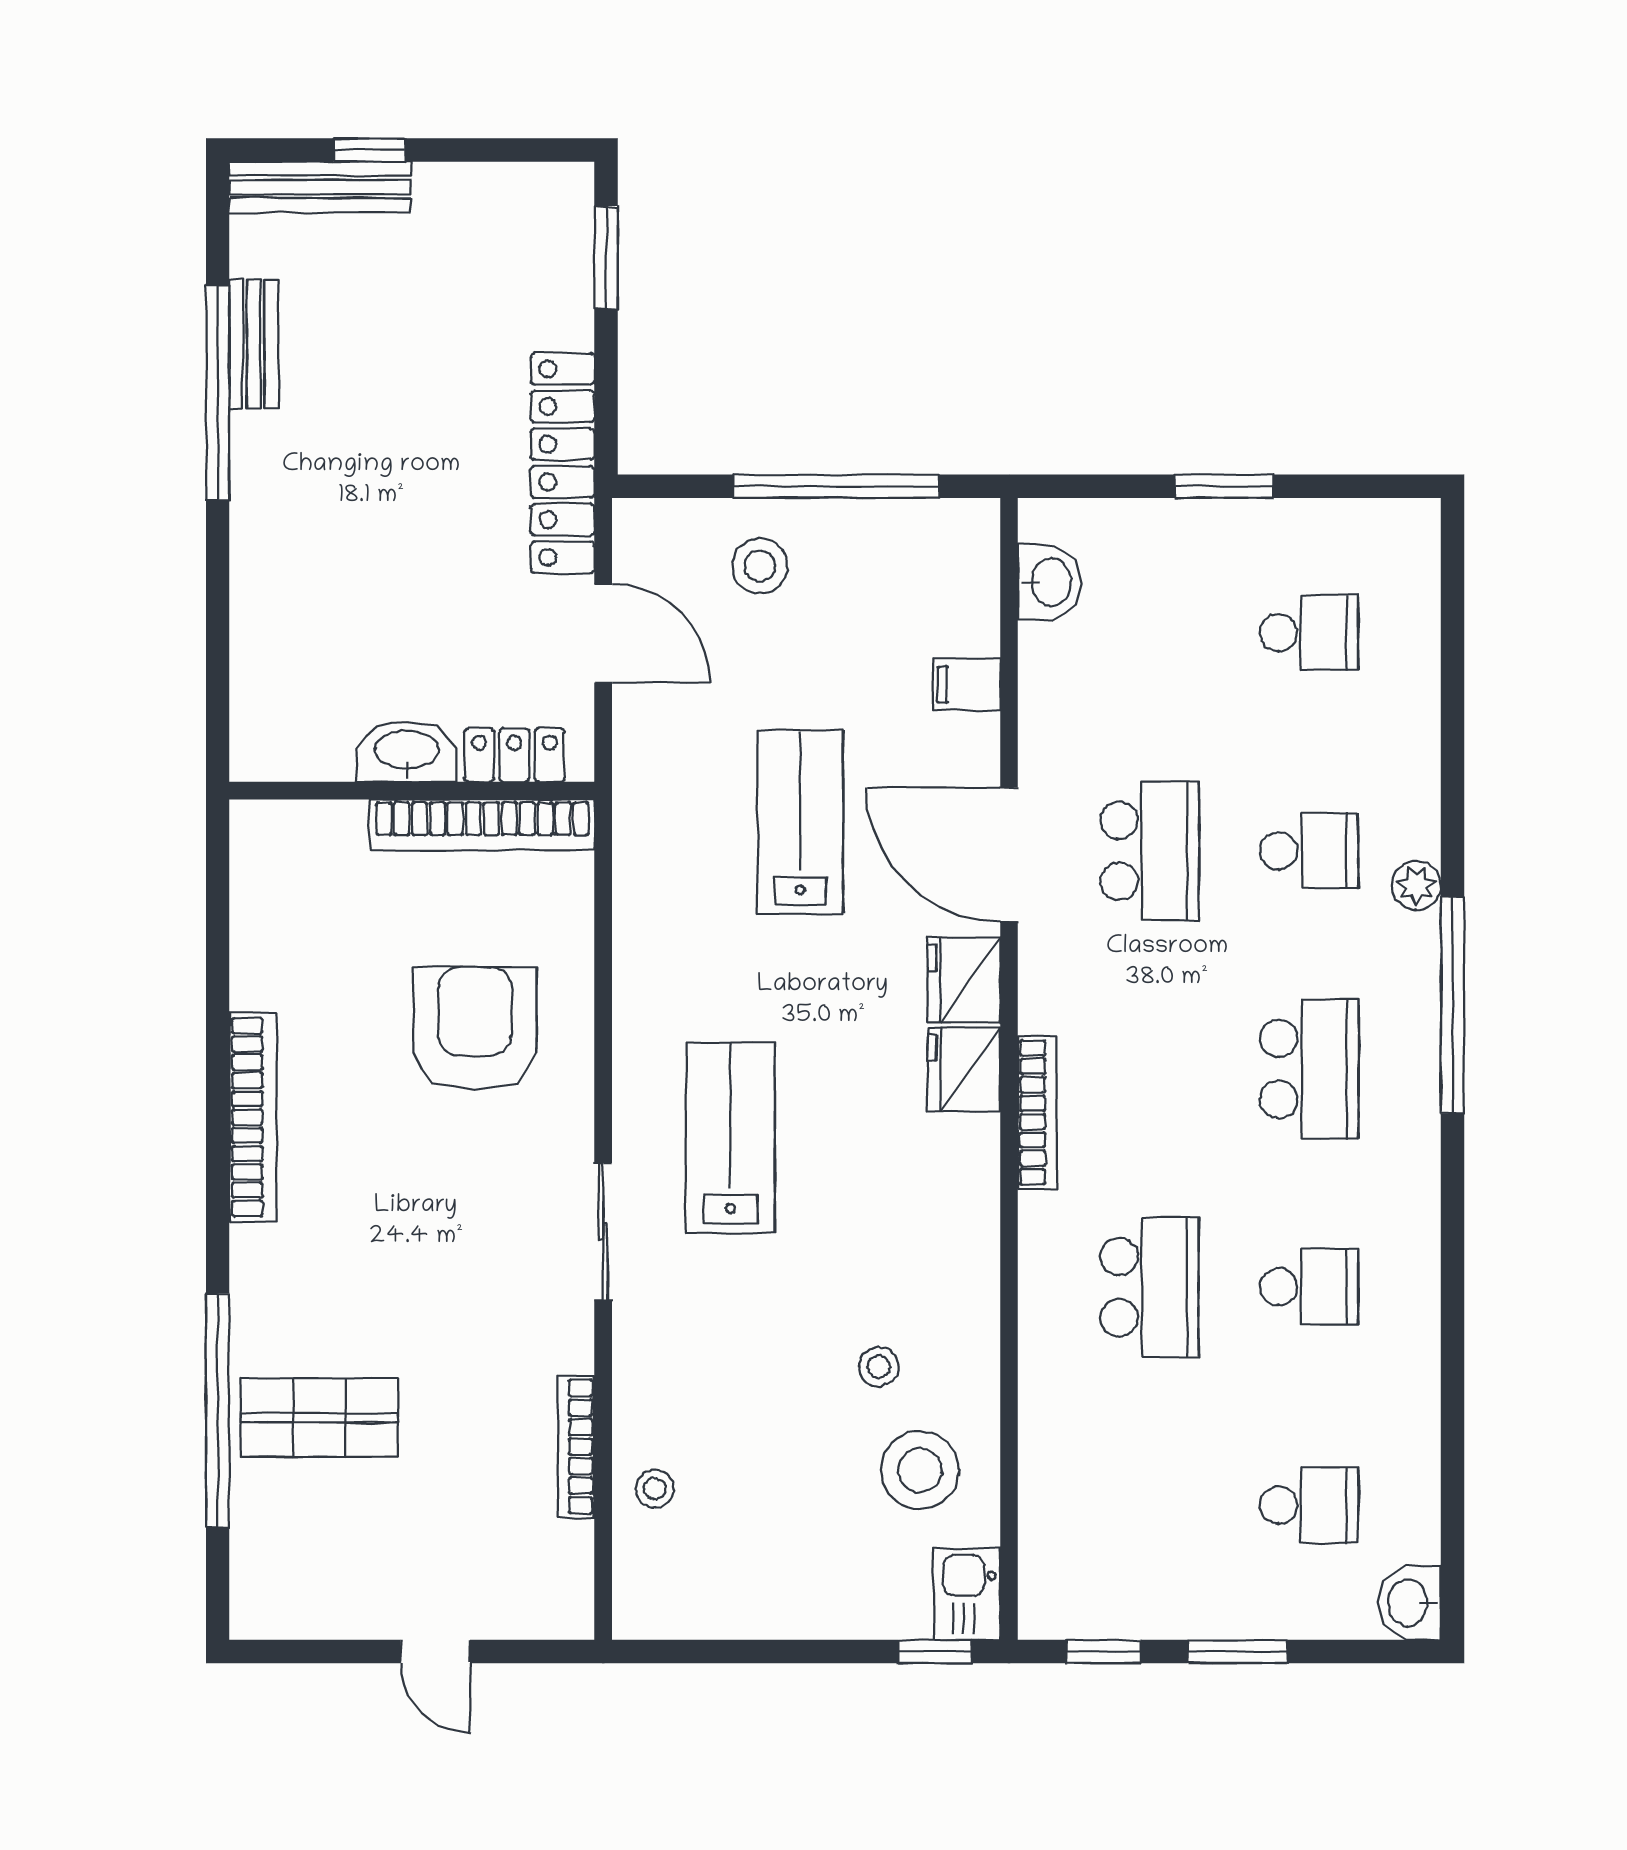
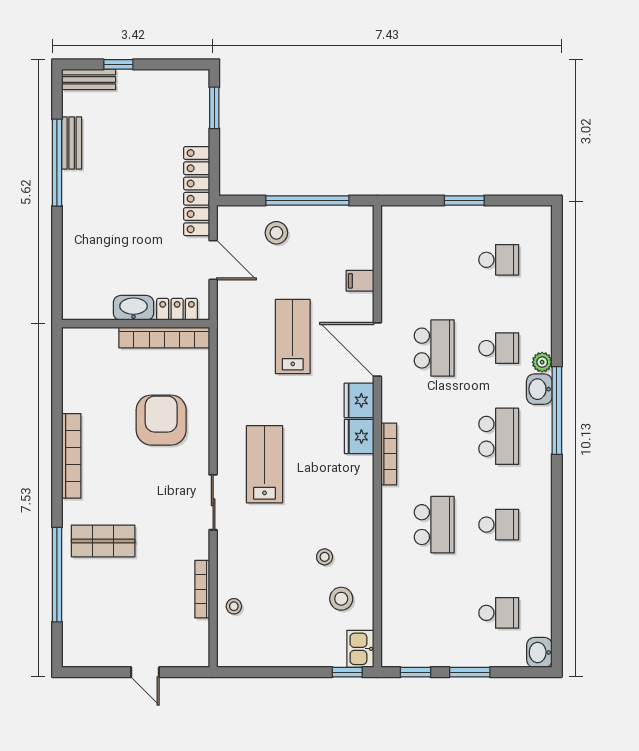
bench: (320, 187) -> (89, 79), width x0.73
washbasin: (1049, 582) -> (539, 389), moved, turned 180
shop shelf: (319, 1418) -> (103, 541), moved
stool: (920, 1470) -> (341, 599), width x0.73, depth x0.73

